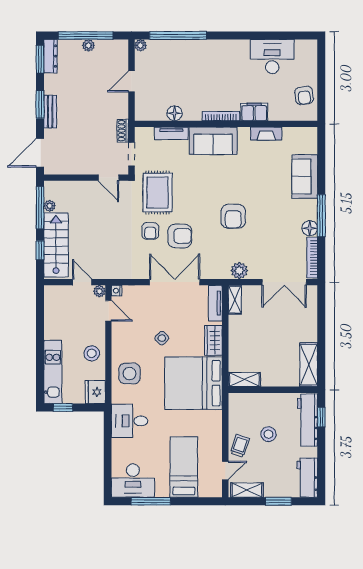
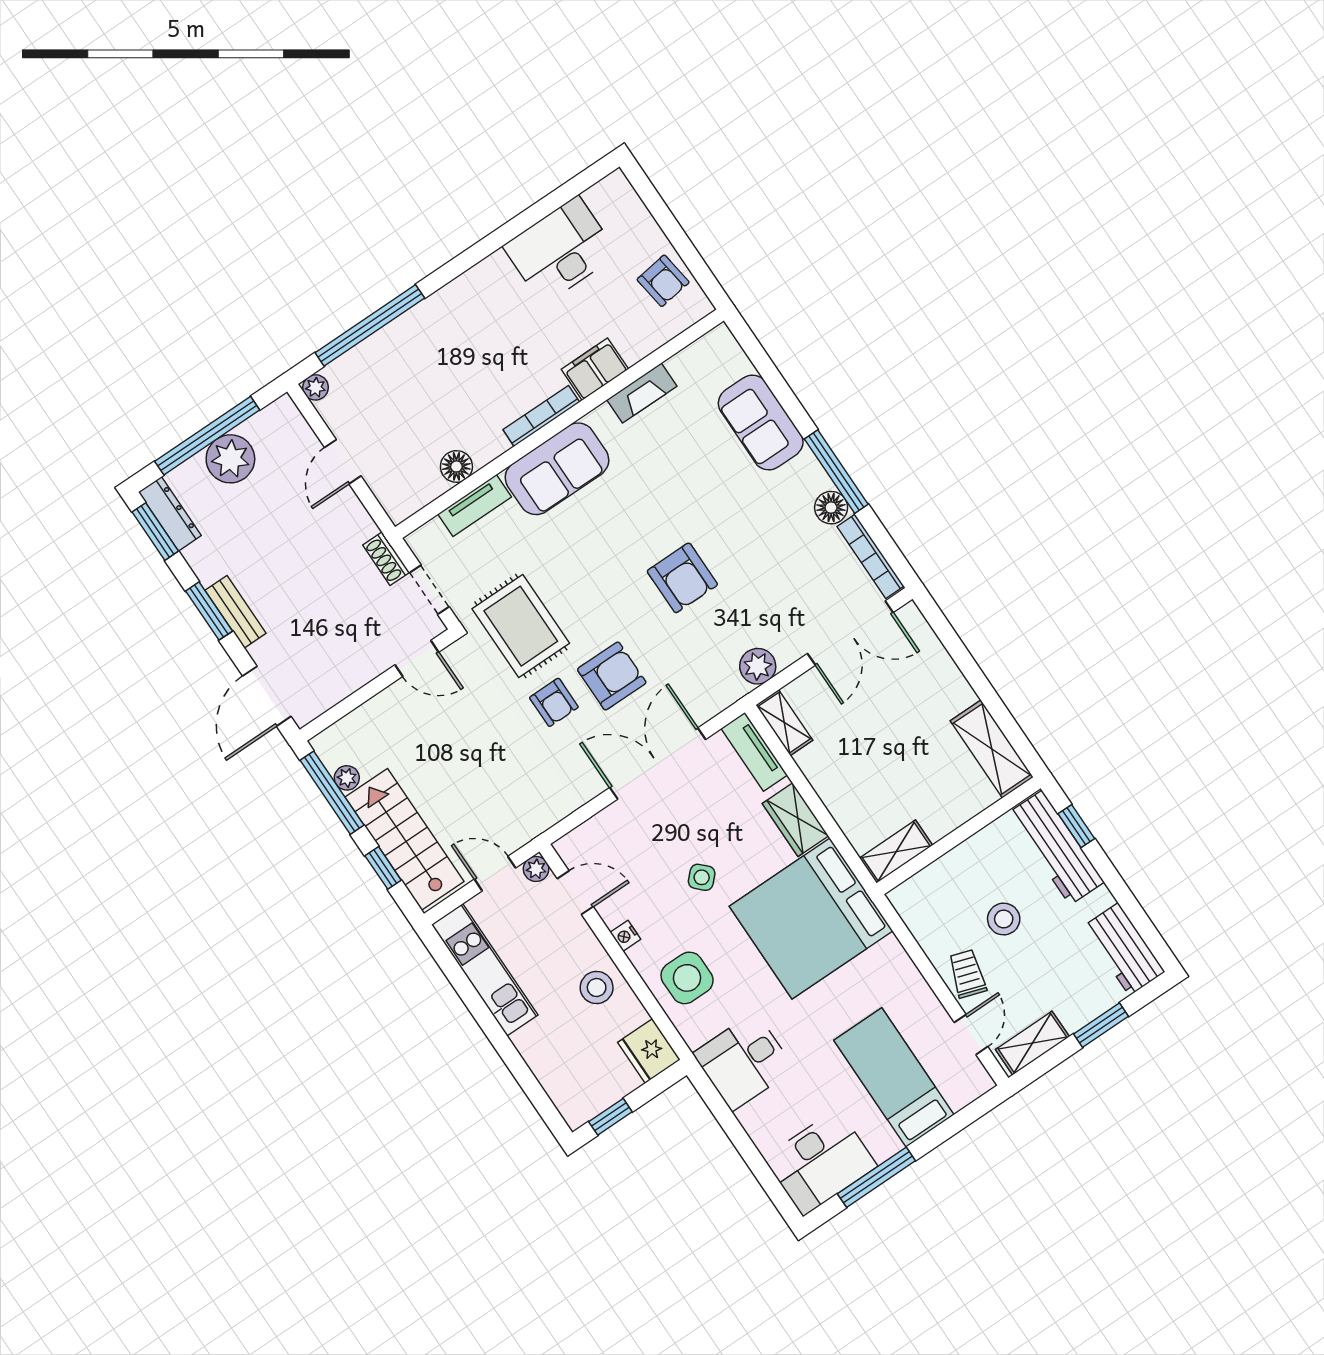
plant: (88, 45) -> (230, 459), width x1.88, depth x1.88
nightstand: (117, 291) -> (625, 936), moved
kitchen unit: (53, 372) -> (485, 970), moved

